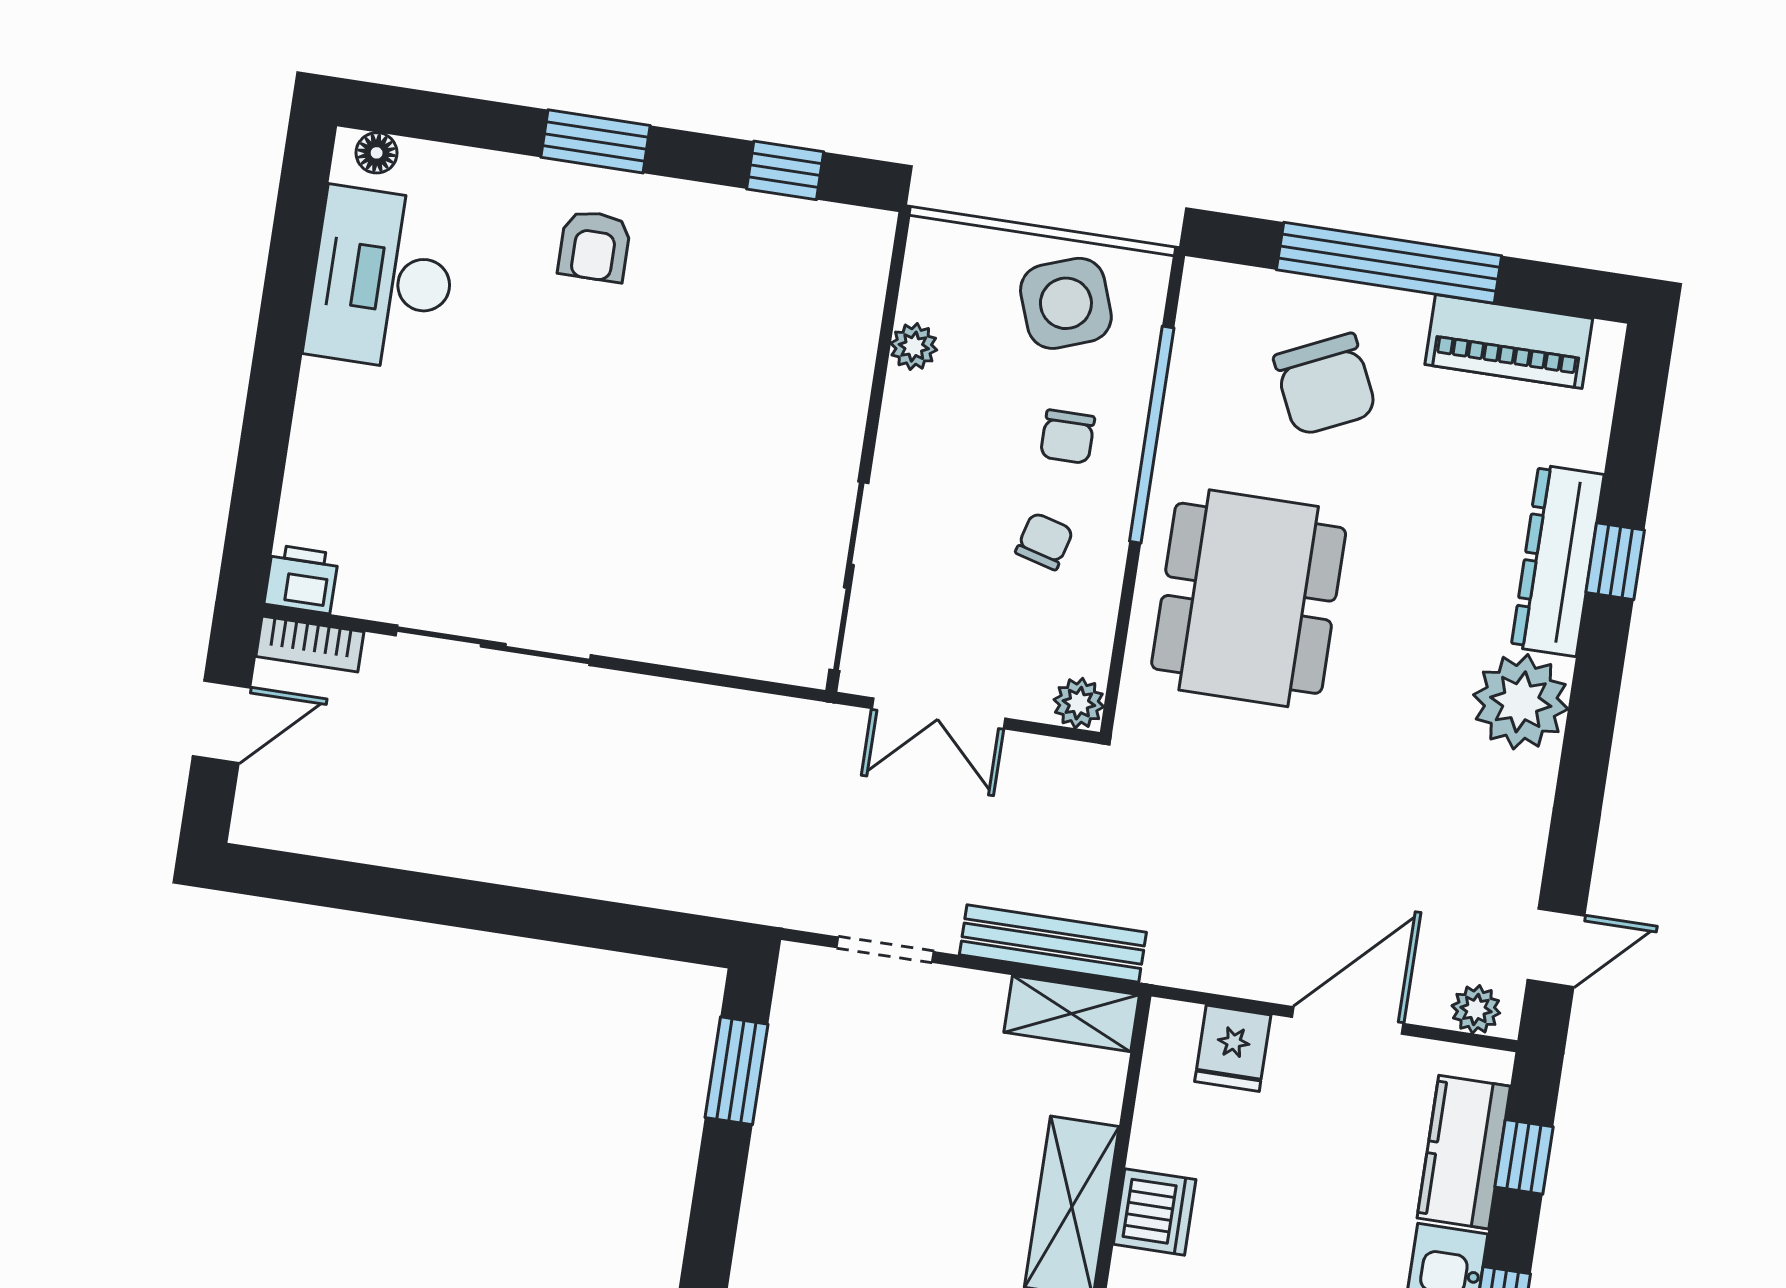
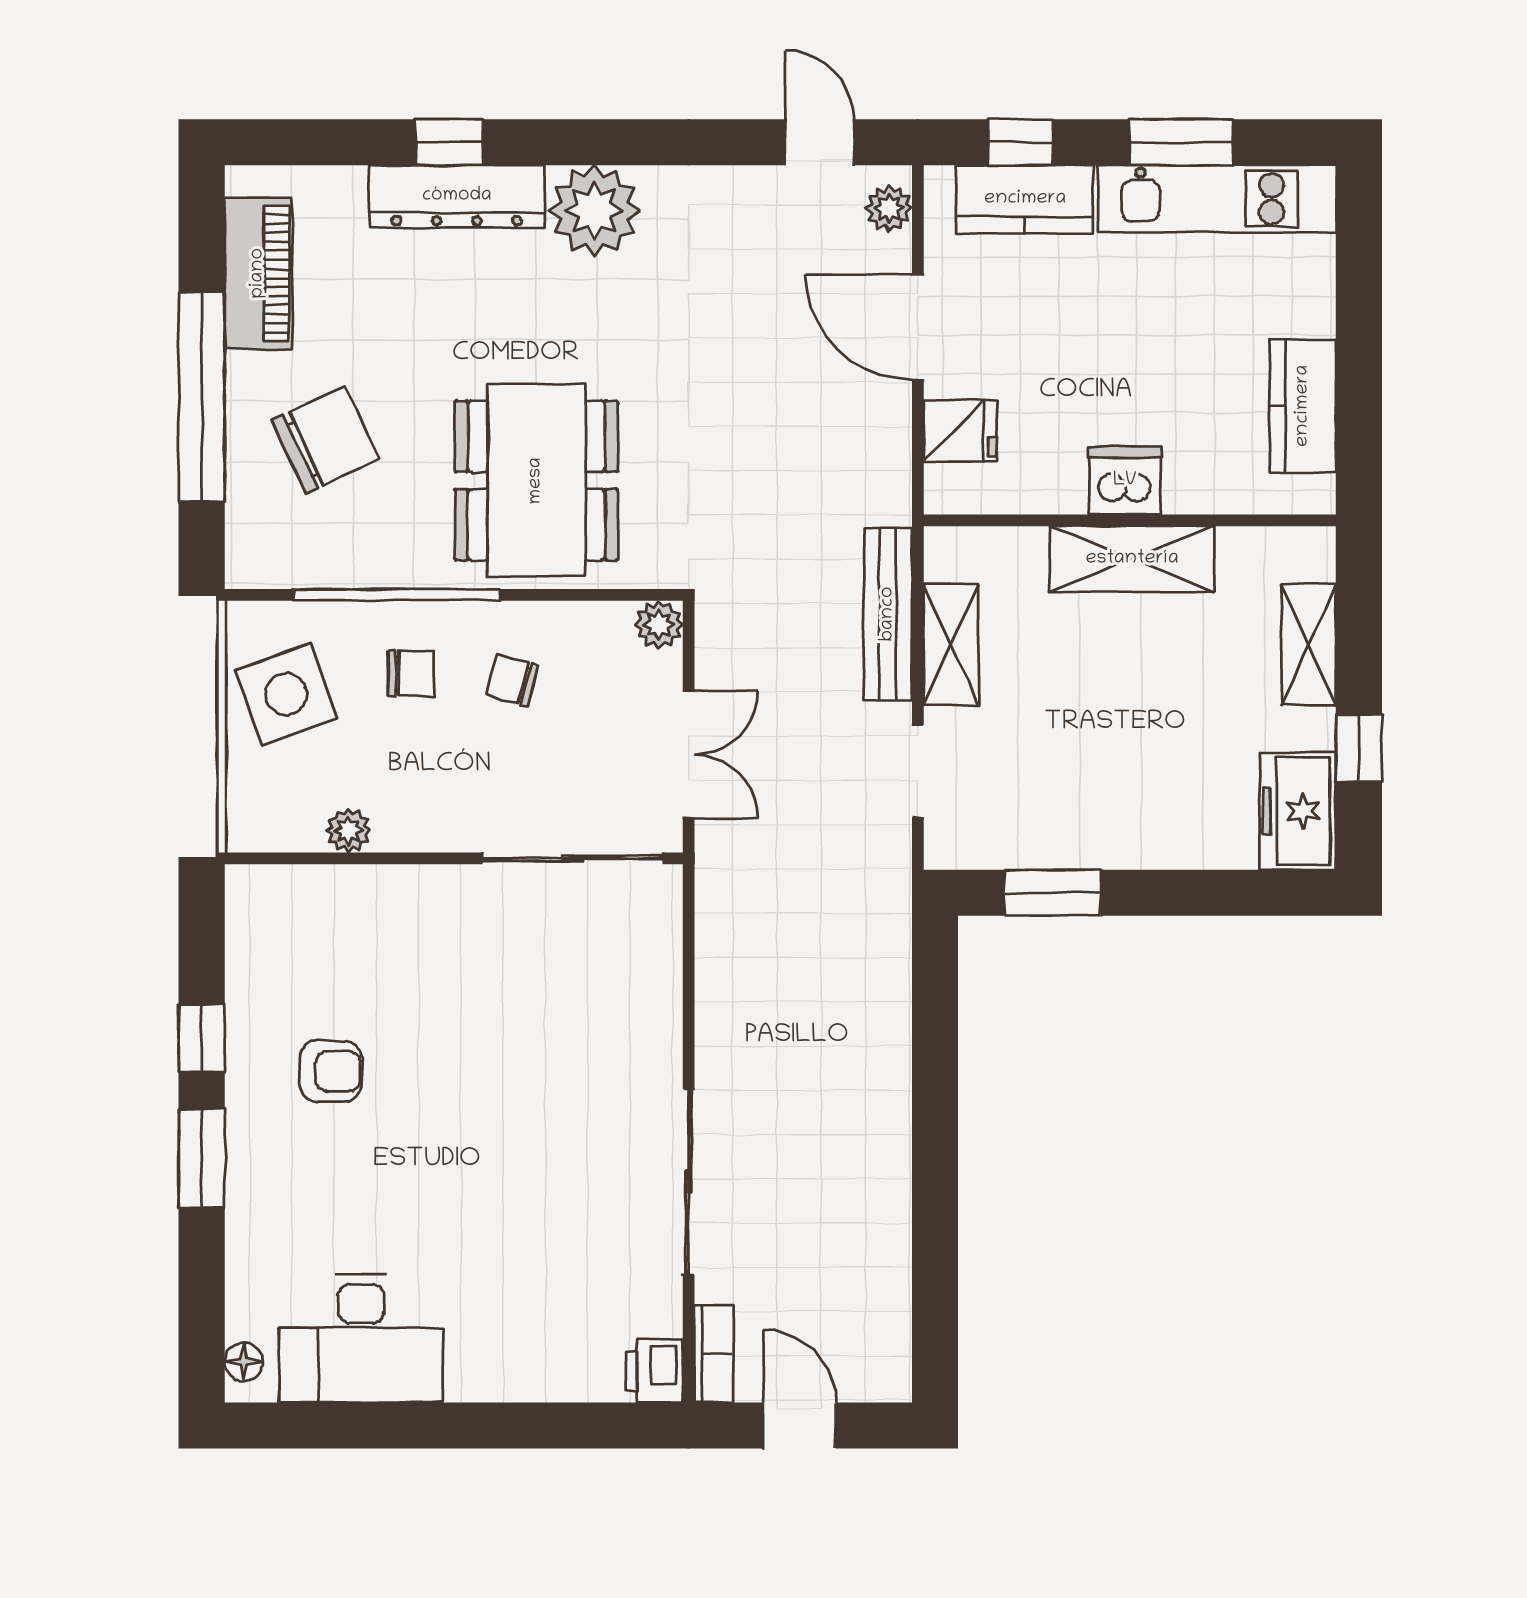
window: (785, 170) -> (202, 1038), moved
armchair: (594, 246) -> (331, 1071), moved
dining table: (1249, 598) -> (536, 481), turned 90
shelving: (1072, 1014) -> (951, 645), moved

